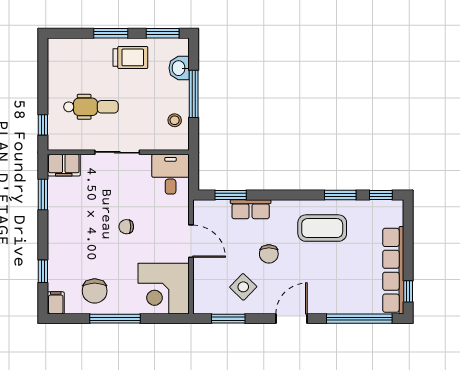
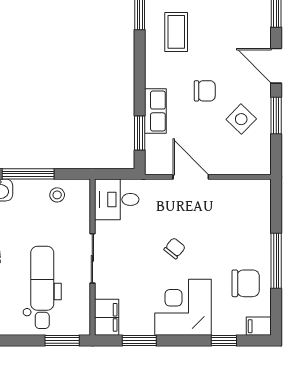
dental chair: (91, 107) -> (42, 287), width x1.36, depth x1.38
window: (43, 125) -> (62, 341), width x1.50
chair: (126, 227) -> (175, 248), turned -141
coffee table: (322, 228) -> (176, 32), width x0.73, depth x0.76
door: (191, 241) -> (191, 177), hinge flipped
corner desk: (164, 289) -> (183, 307), moved, turned 180
window: (228, 319) -> (276, 115), moved

